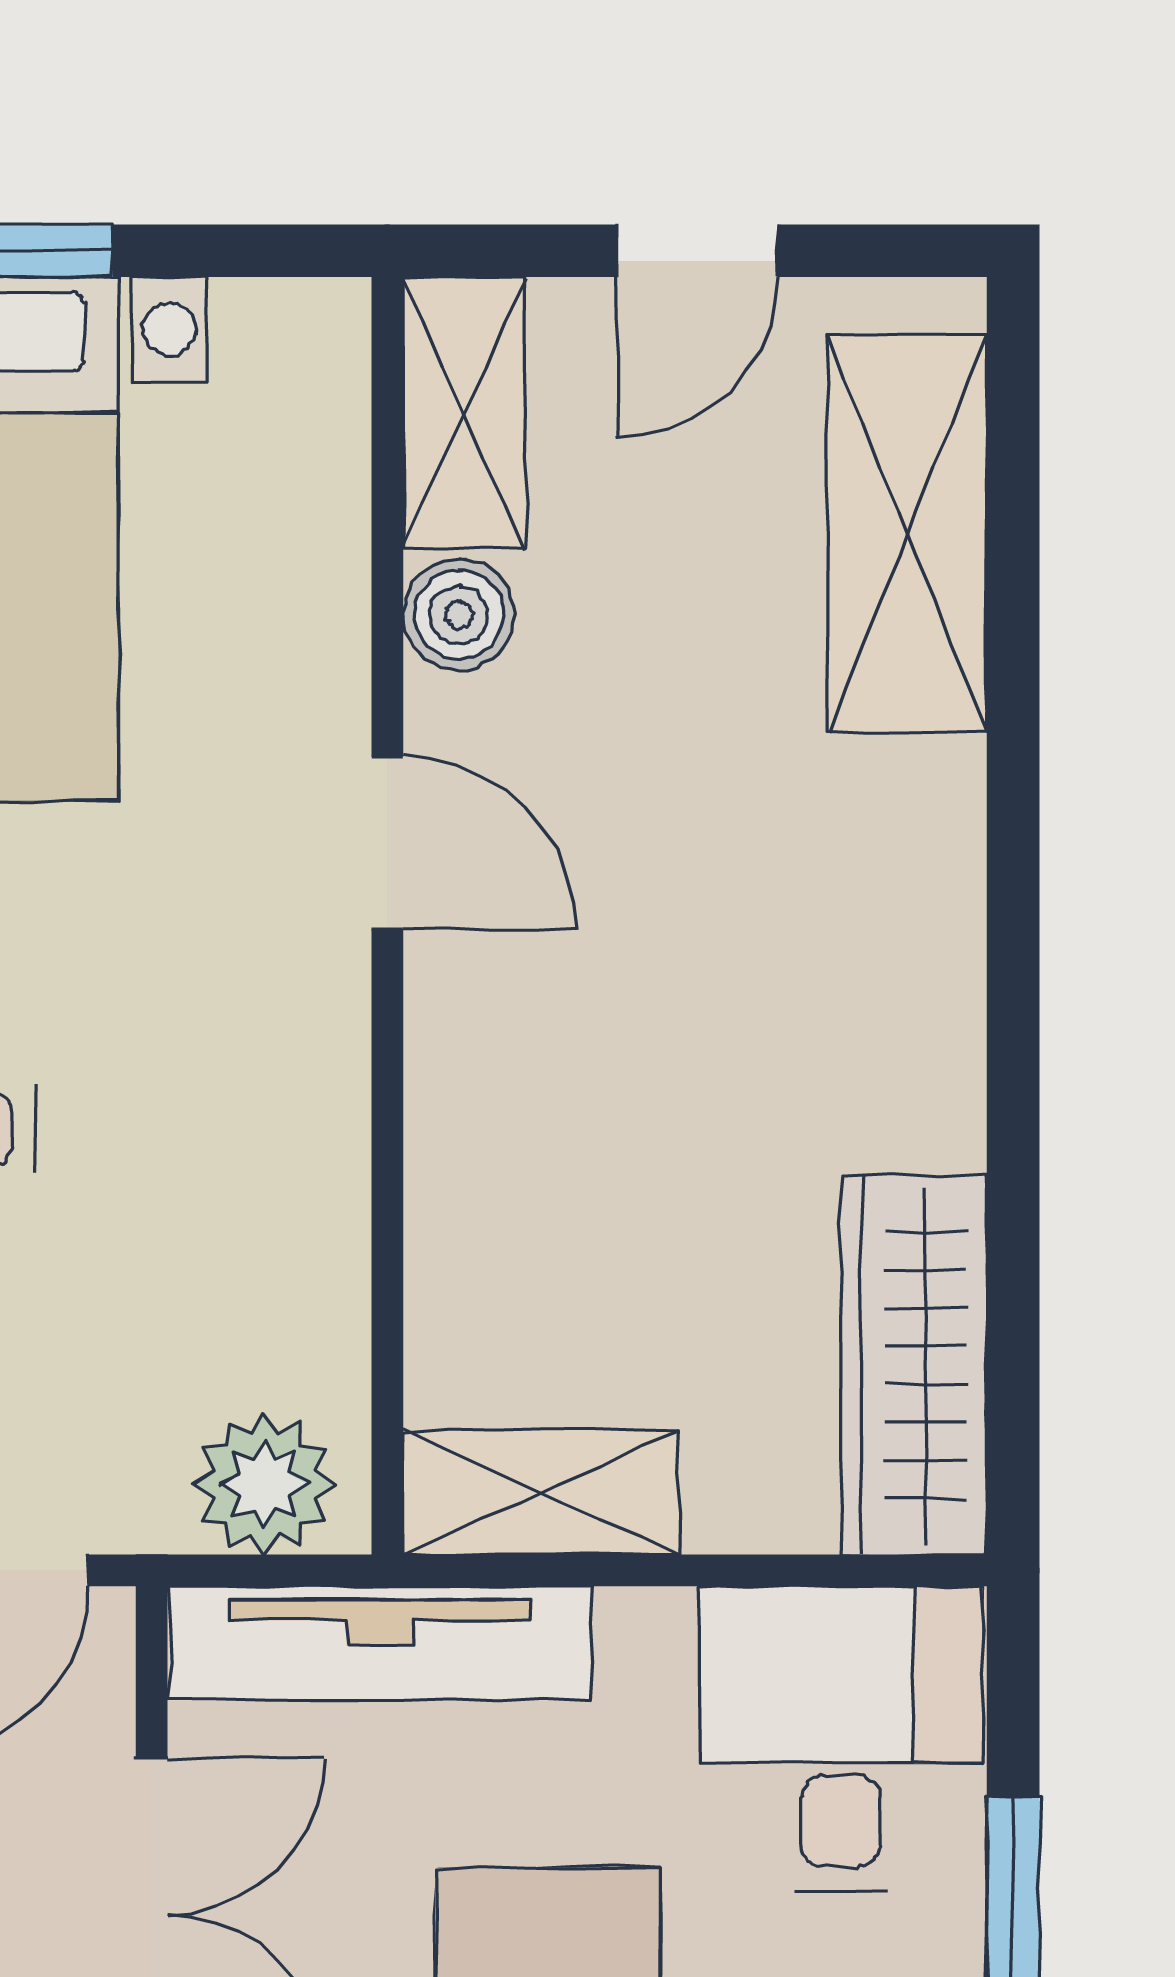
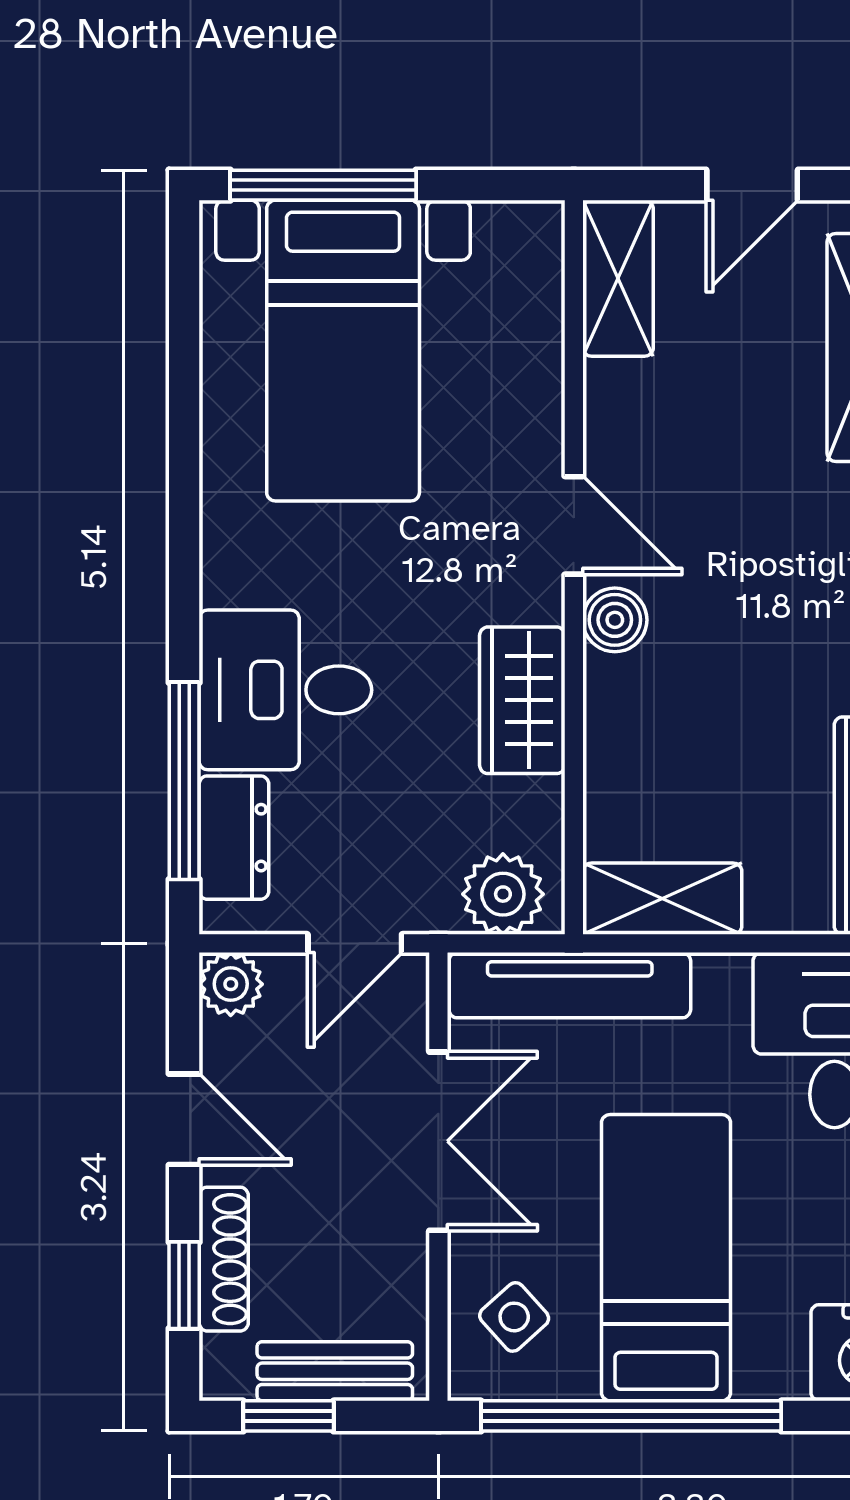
boiler: (459, 615) -> (615, 620), moved
wardrobe: (298, 1147) -> (522, 700), added

